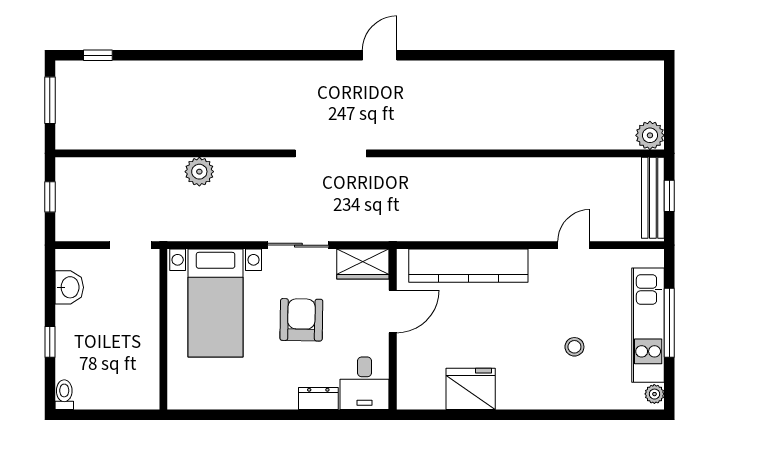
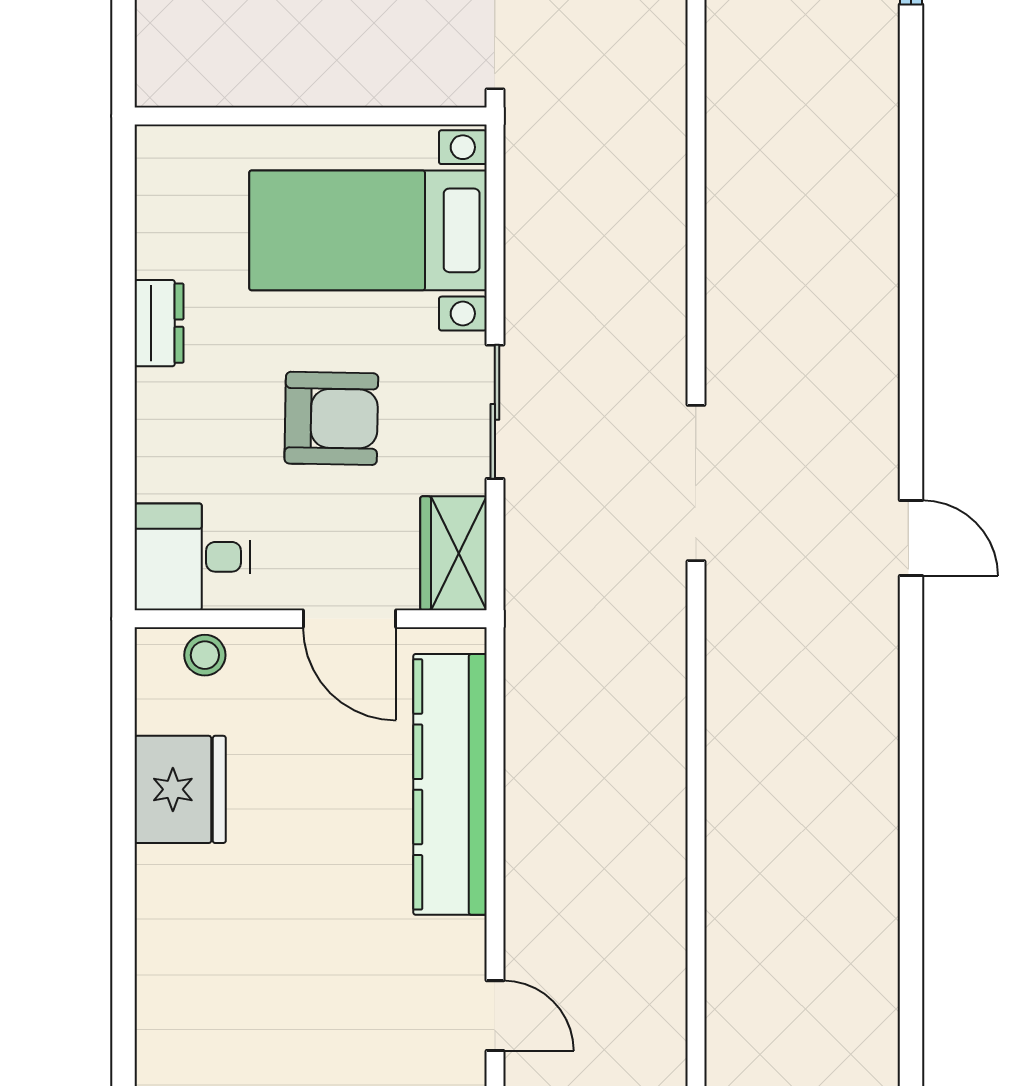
door: (380, 55) -> (911, 538), moved
plant: (199, 172) -> (656, 195), removed
stool: (574, 347) -> (205, 655), moved
dresser: (318, 398) -> (159, 323), moved

